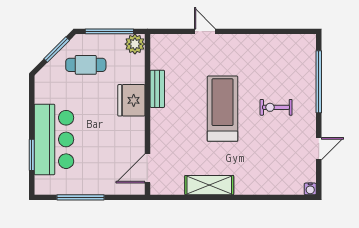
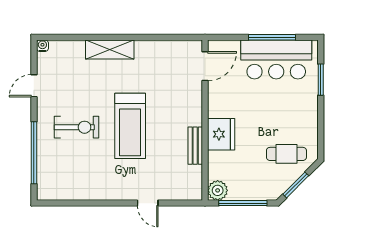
cafe table: (86, 65) -> (286, 154), moved
exercise bike: (276, 107) -> (77, 127), width x1.38, depth x1.39
bar counter: (54, 139) -> (276, 59), moved, turned -90
shelving: (209, 185) -> (110, 49), moved

